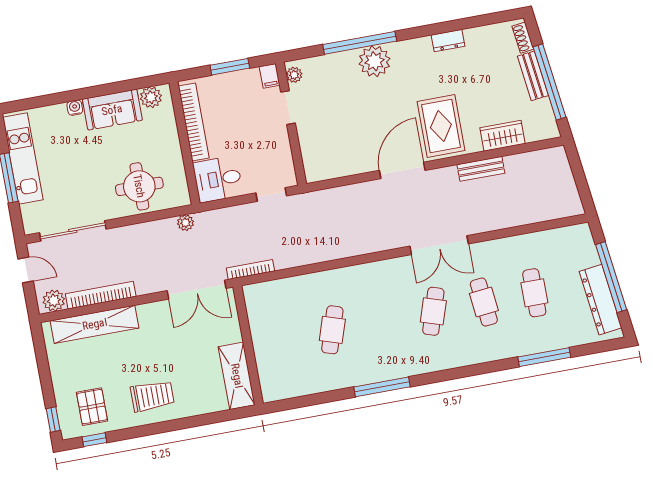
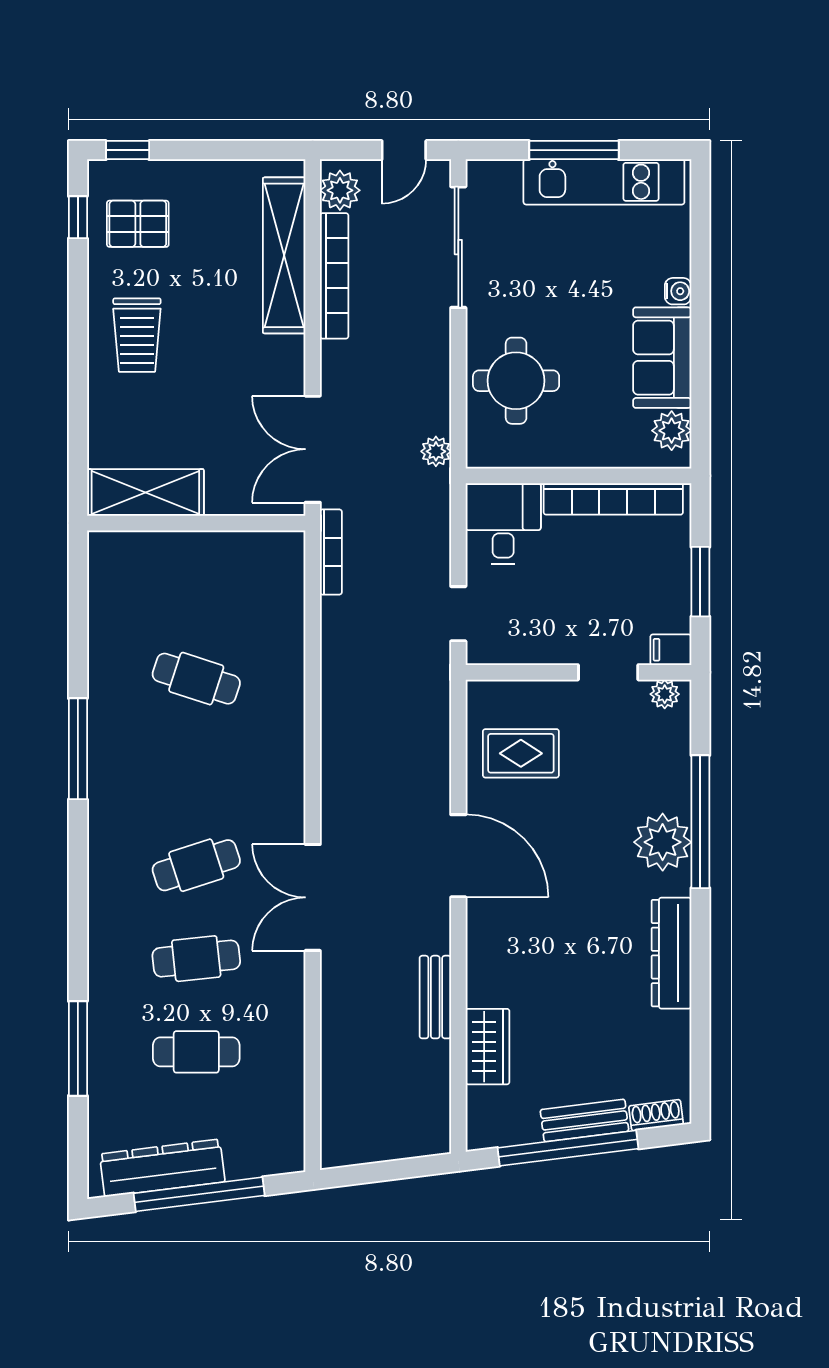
dresser: (448, 41) -> (671, 953), width x1.96, depth x1.24
rug: (441, 126) -> (521, 753), moved, width x0.73, depth x0.70
cafe table: (433, 311) -> (196, 865), turned -36

